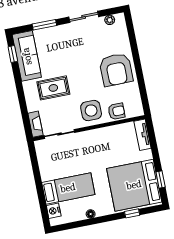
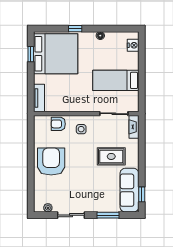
side table: (91, 111) -> (81, 129), width x0.54, depth x0.54
bed: (68, 188) -> (116, 80), moved
window: (132, 213) -> (75, 29), moved

